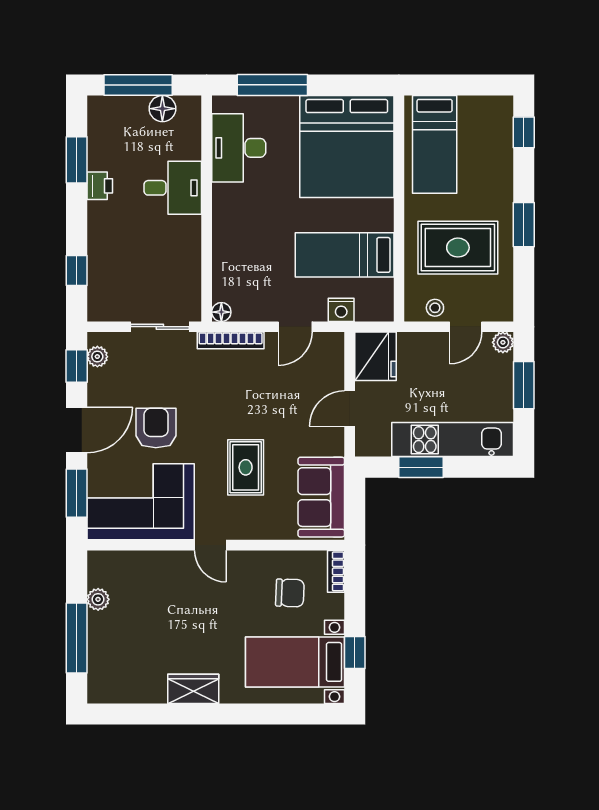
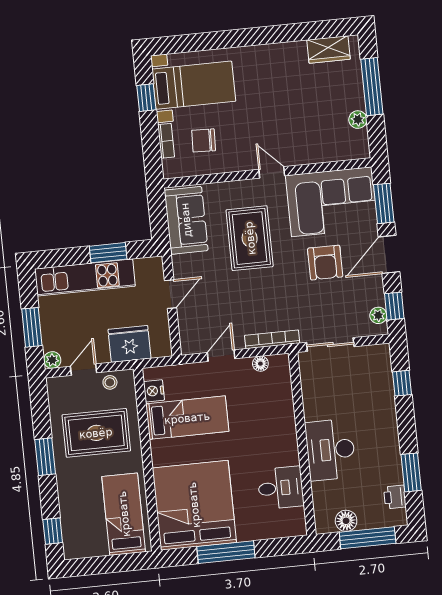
window: (272, 85) -> (226, 552), moved
desk: (239, 148) -> (281, 488), width x0.73
printer: (100, 186) -> (395, 497), moved
desk: (173, 188) -> (330, 450), width x1.37
nightstand: (341, 310) -> (154, 391), moved, turned -90
floor lamp: (221, 312) -> (260, 364), moved
fridge: (375, 356) -> (129, 344), moved, turned 90
rug: (246, 467) -> (250, 238), width x1.36, depth x1.43
bookcase: (336, 571) -> (166, 141), moved
wardrobe: (193, 689) -> (329, 49), moved

